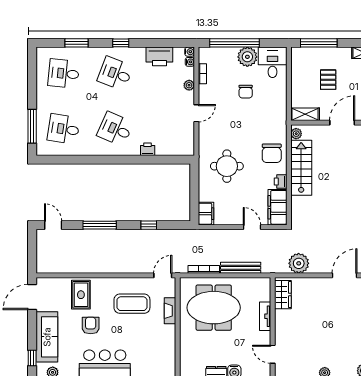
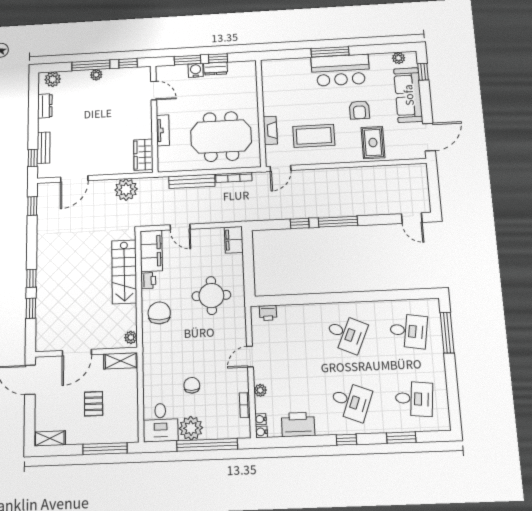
printer: (148, 149) -> (268, 313), moved
stairs: (301, 168) -> (124, 272), moved
window: (100, 225) -> (338, 222), moved

